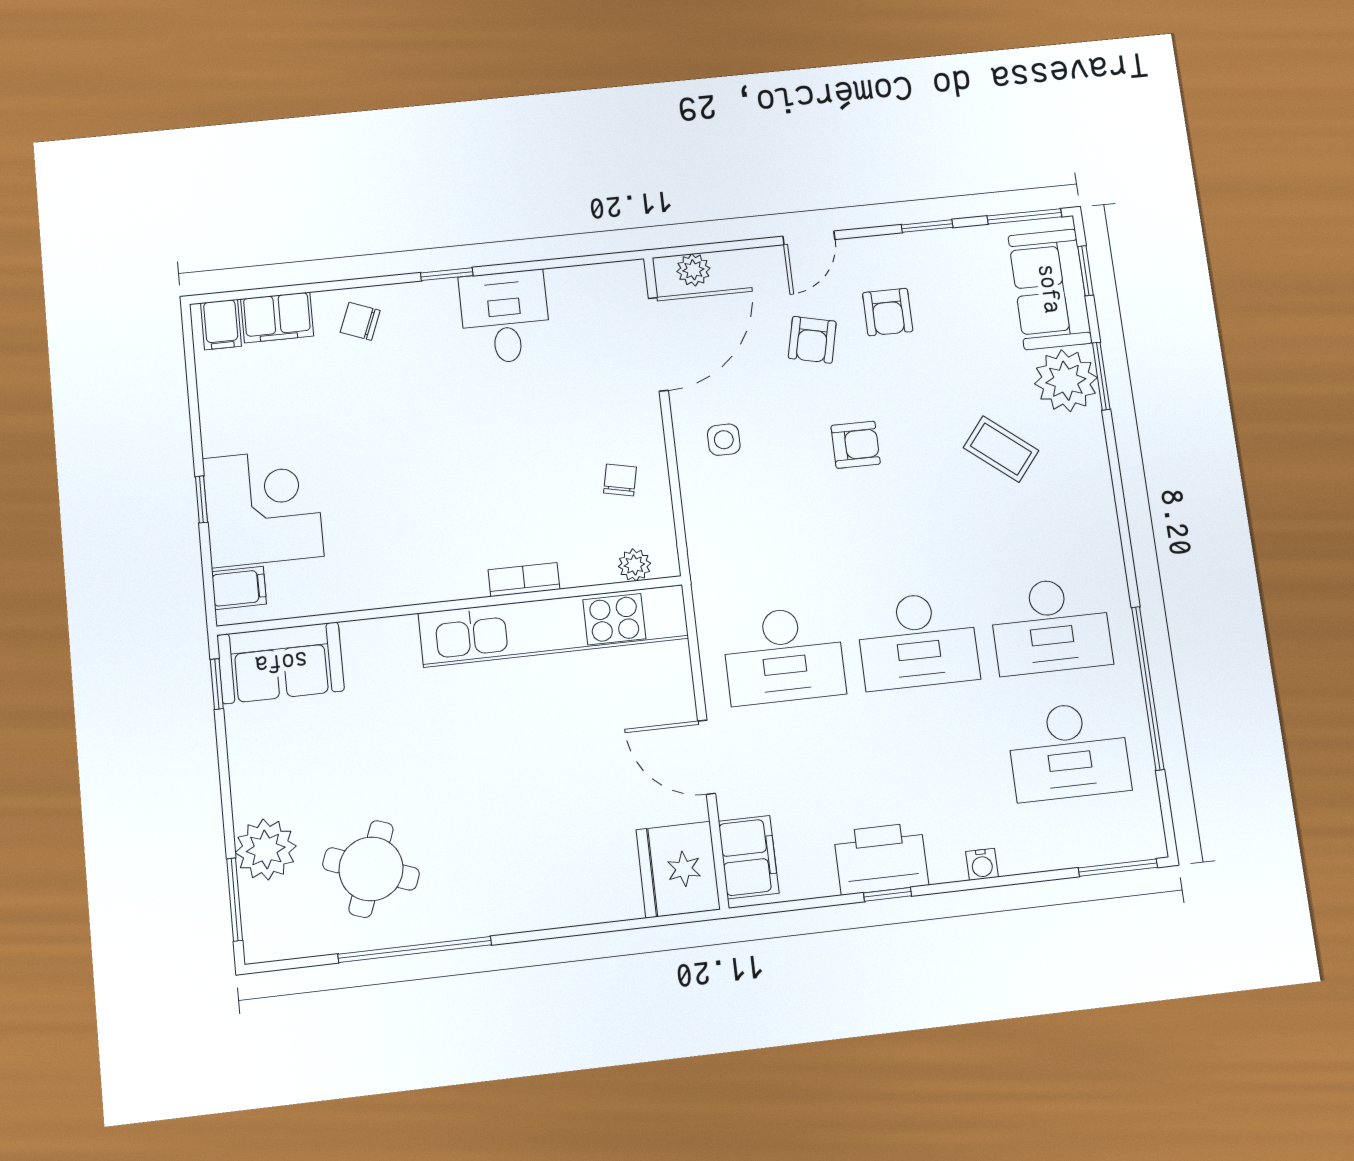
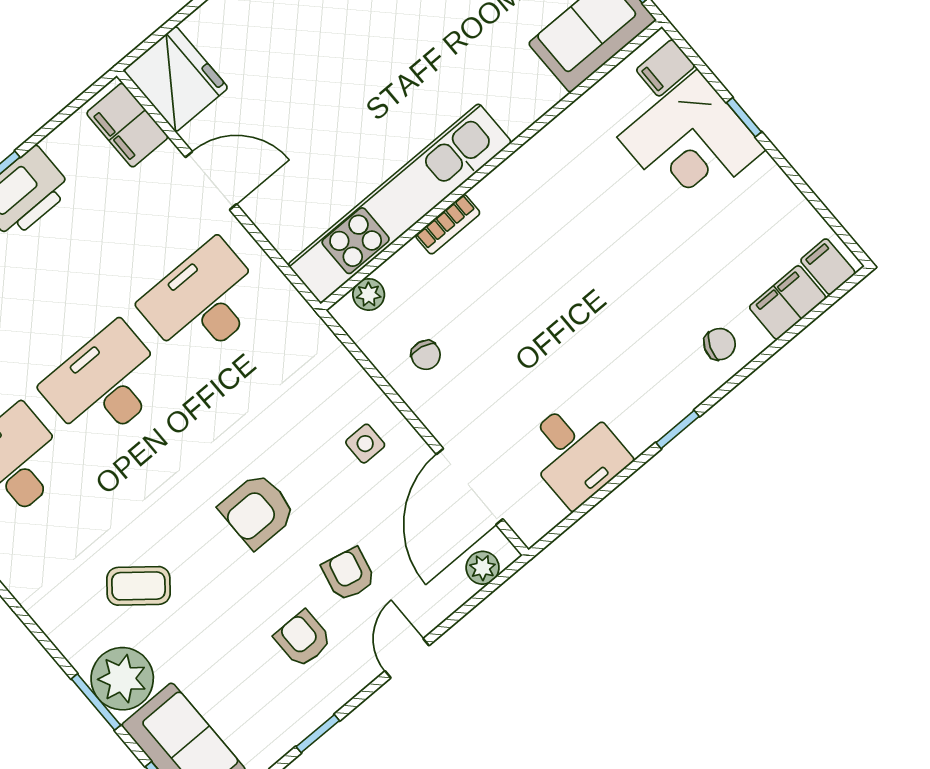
desk: (505, 317) -> (575, 453), moved
armchair: (856, 445) -> (257, 511), width x1.38, depth x1.38

